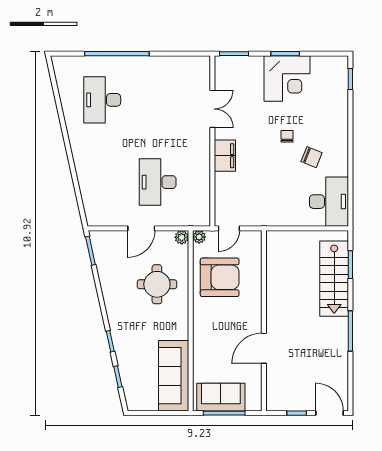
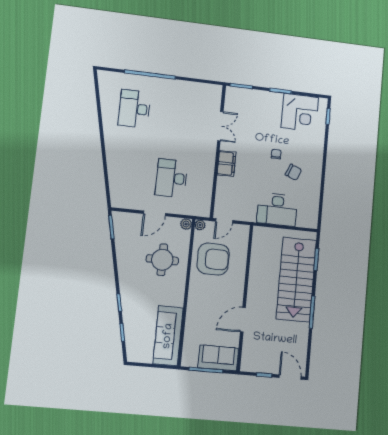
corner desk: (287, 79) -> (300, 112), moved
desk: (329, 202) -> (277, 209), moved, turned 90
stairs: (334, 279) -> (296, 279), width x1.36, depth x1.51
sofa: (221, 397) -> (218, 358), moved

